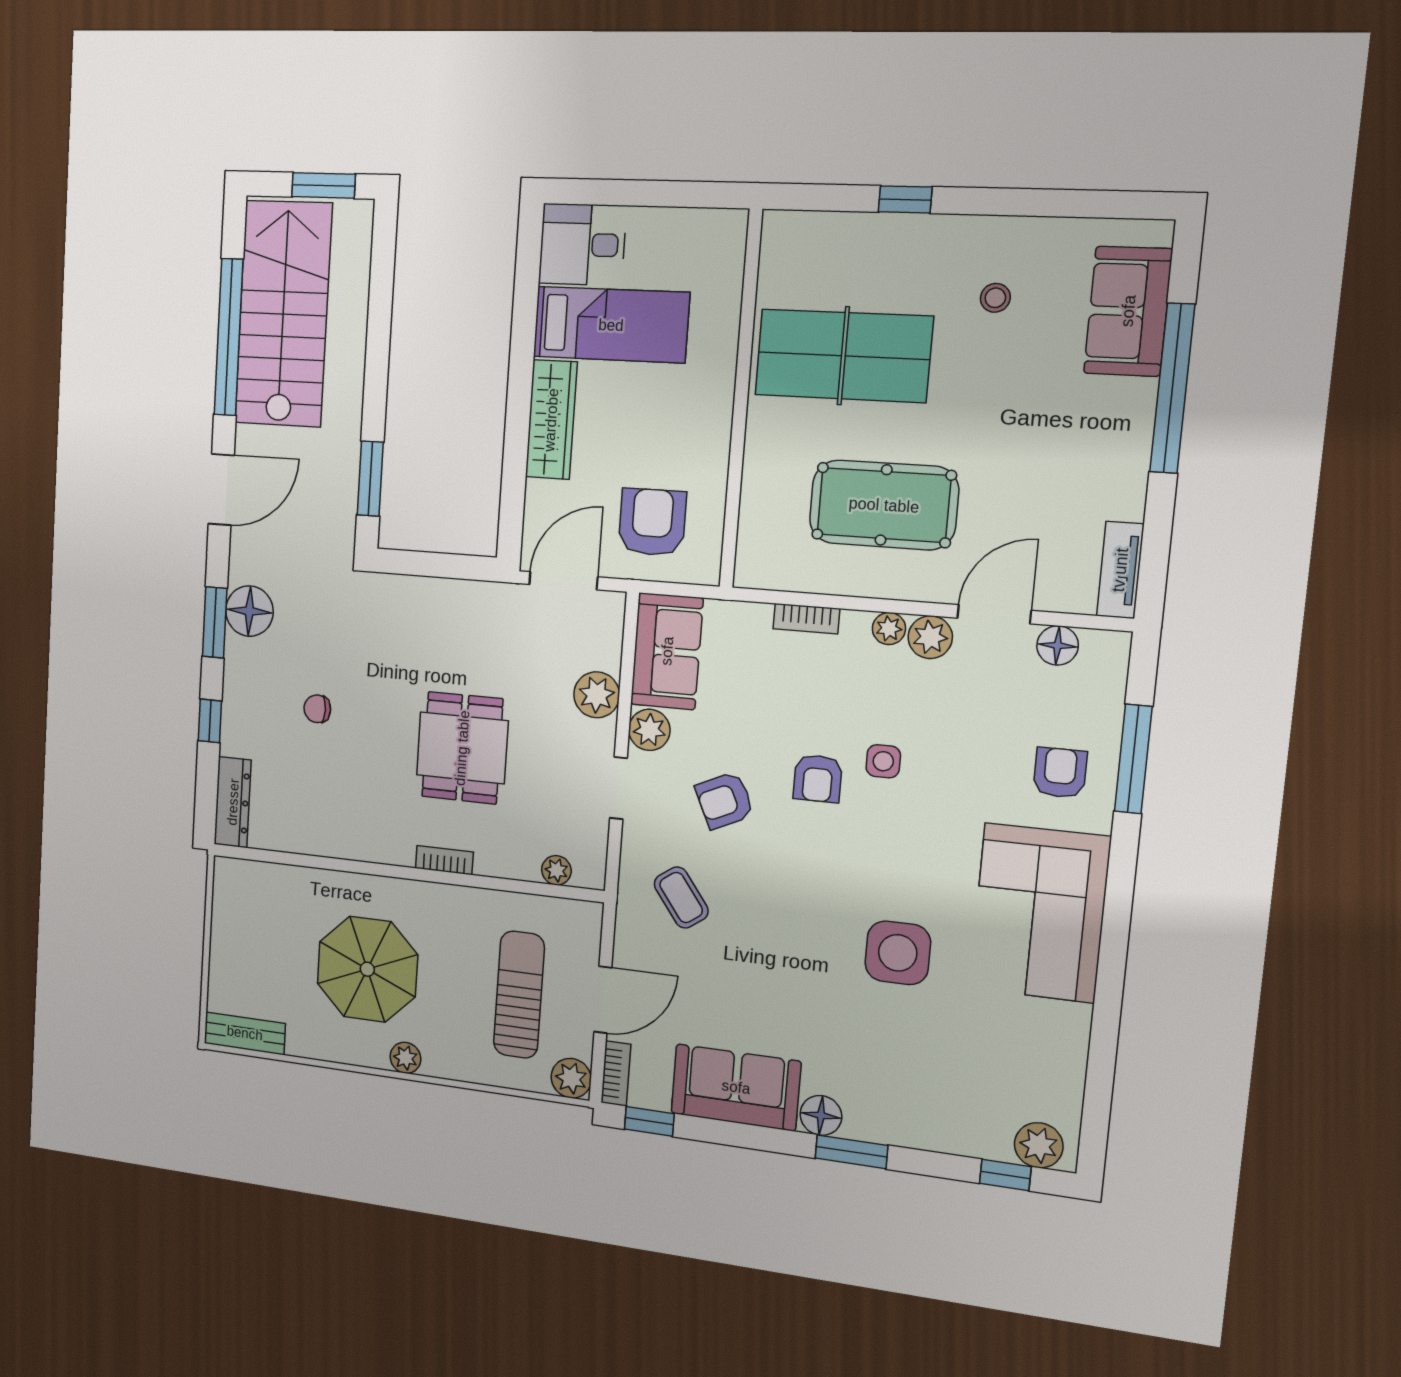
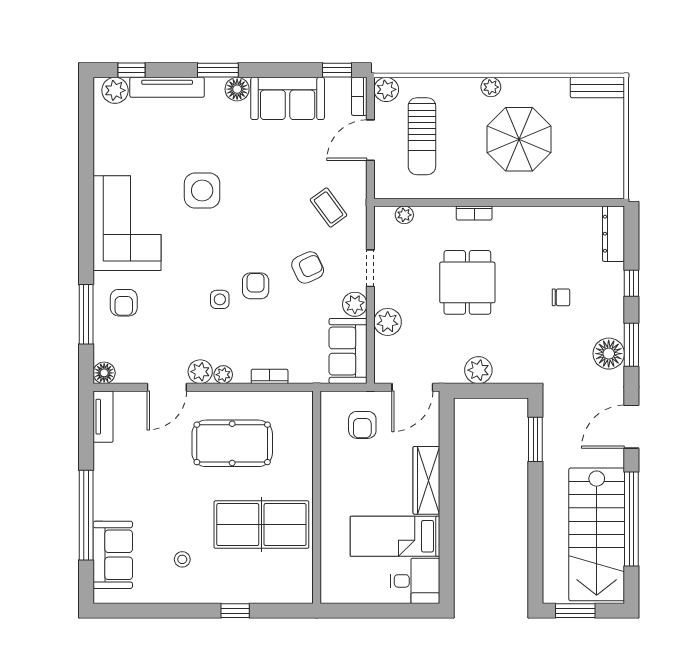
armchair: (652, 522) -> (362, 425), width x0.72, depth x0.72
plant: (454, 601) -> (478, 370), added
floor lamp: (1058, 645) -> (104, 373), moved
tv unit: (944, 1137) -> (167, 87), added

